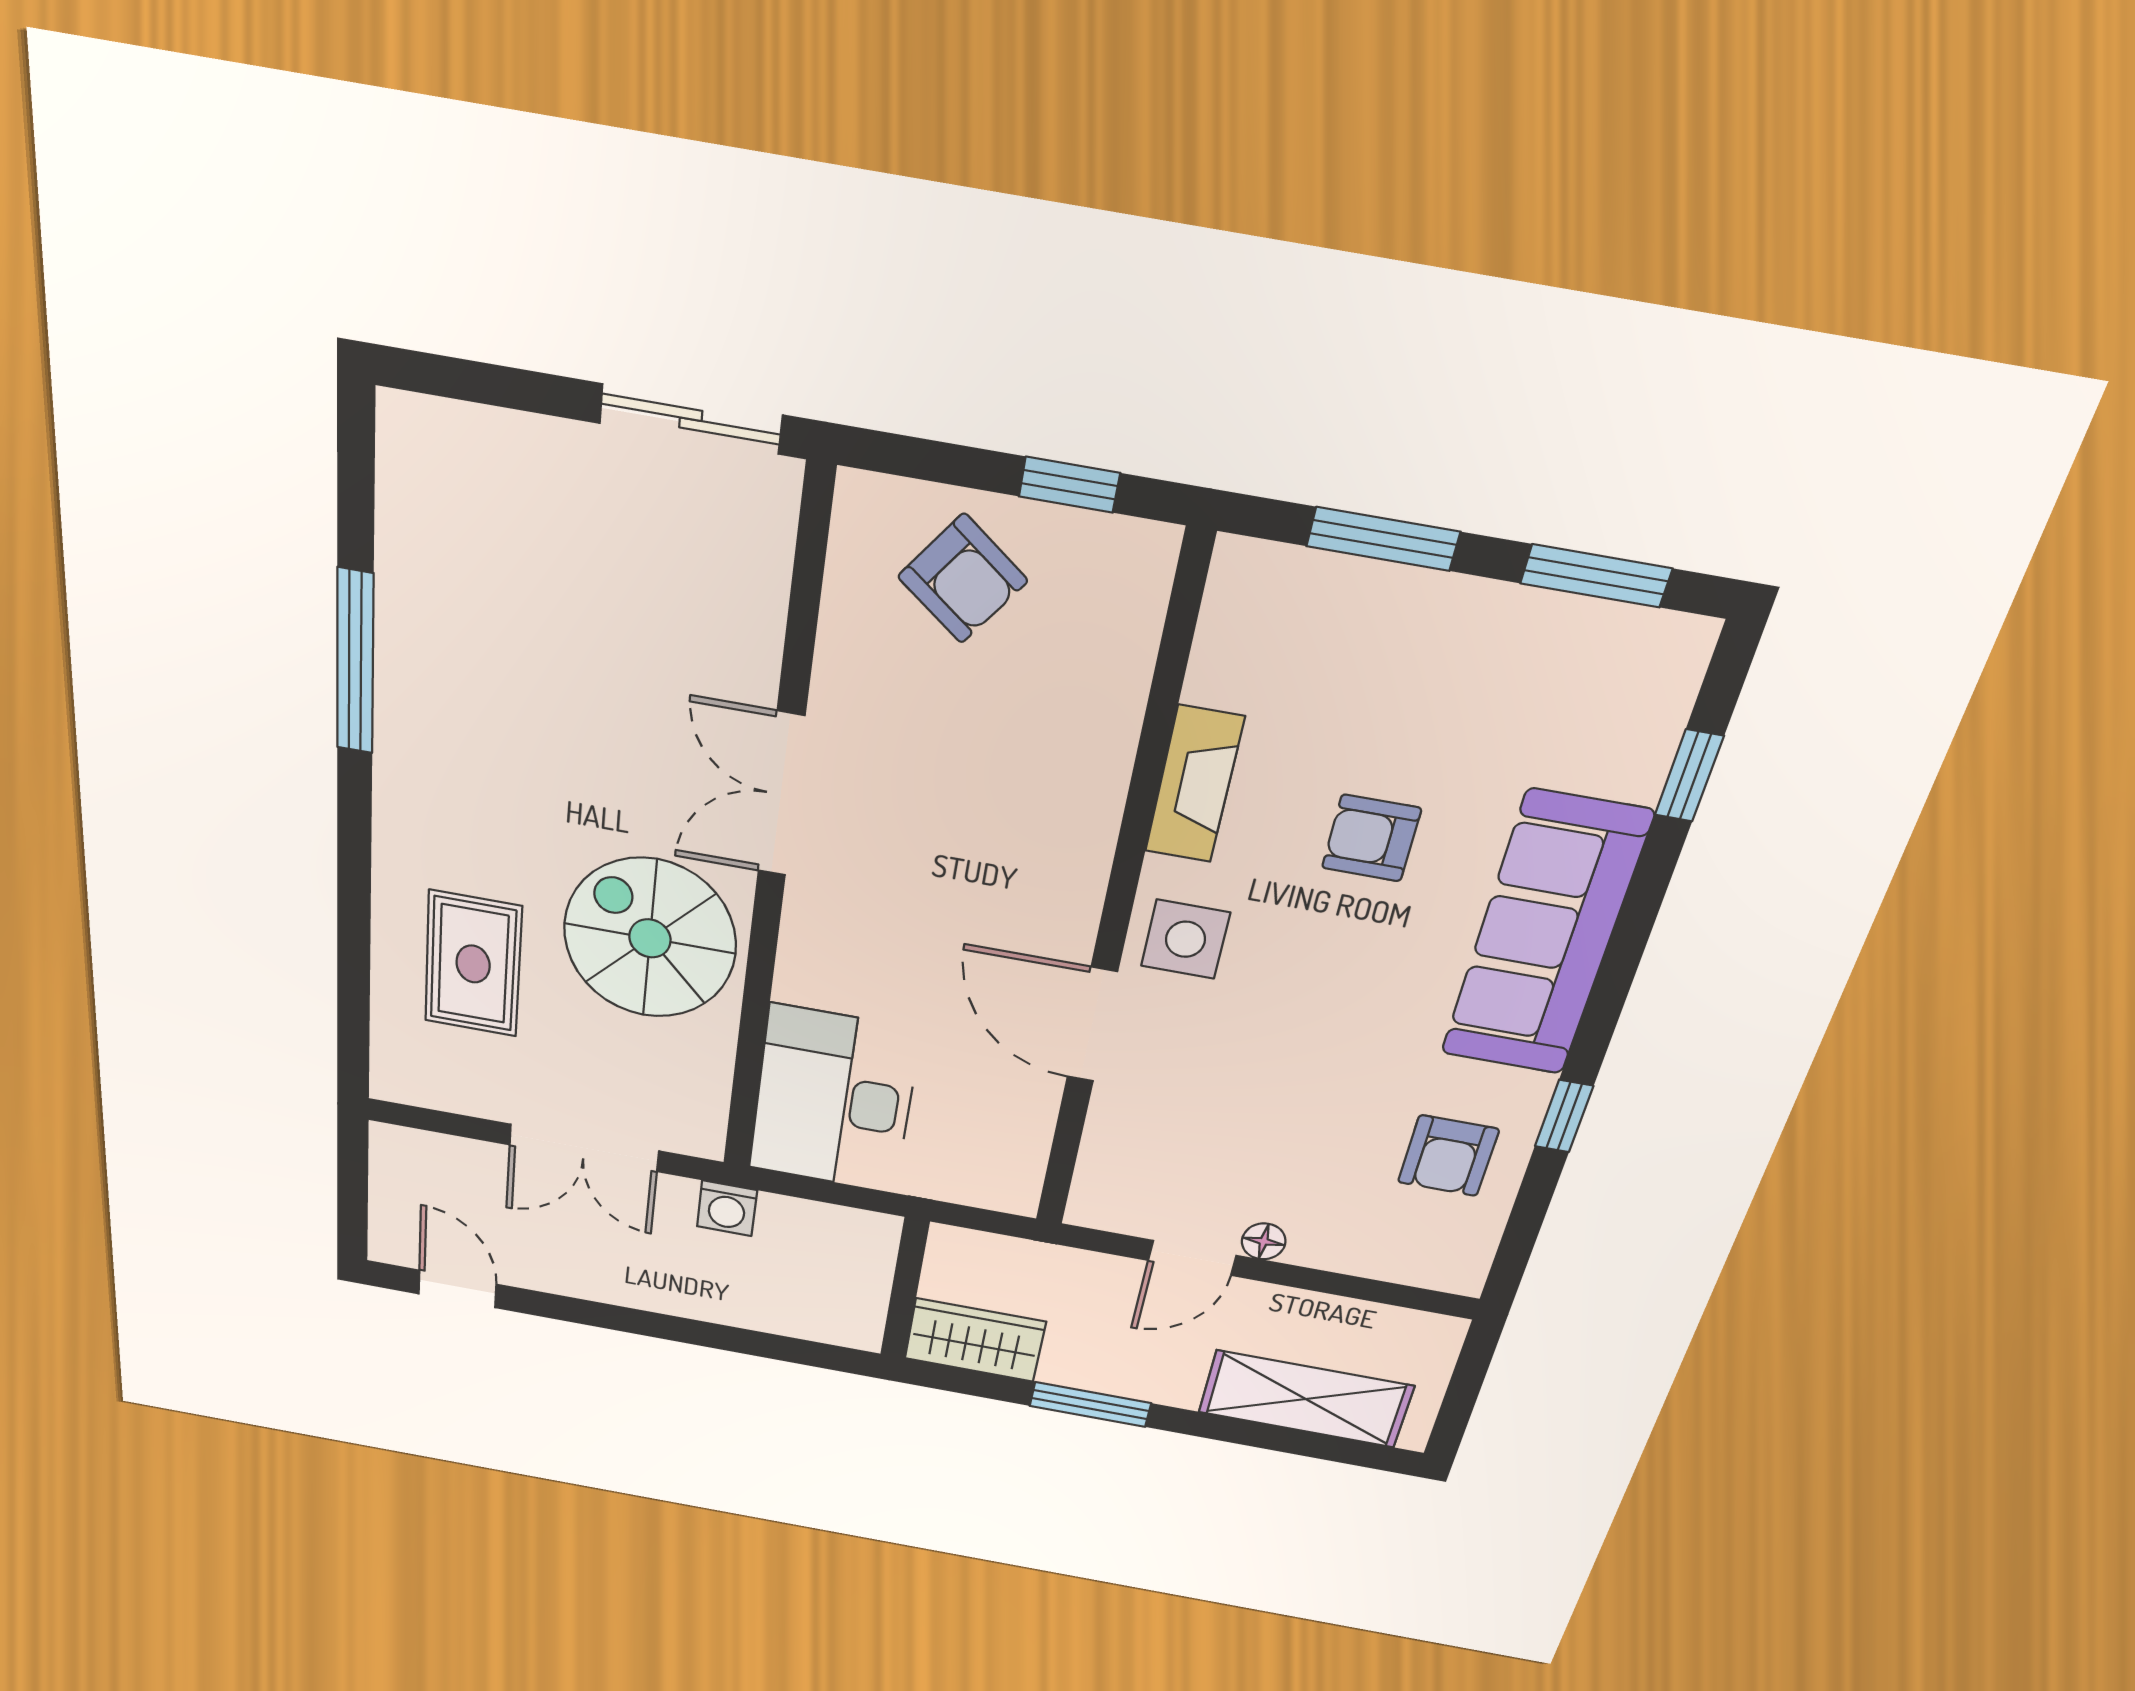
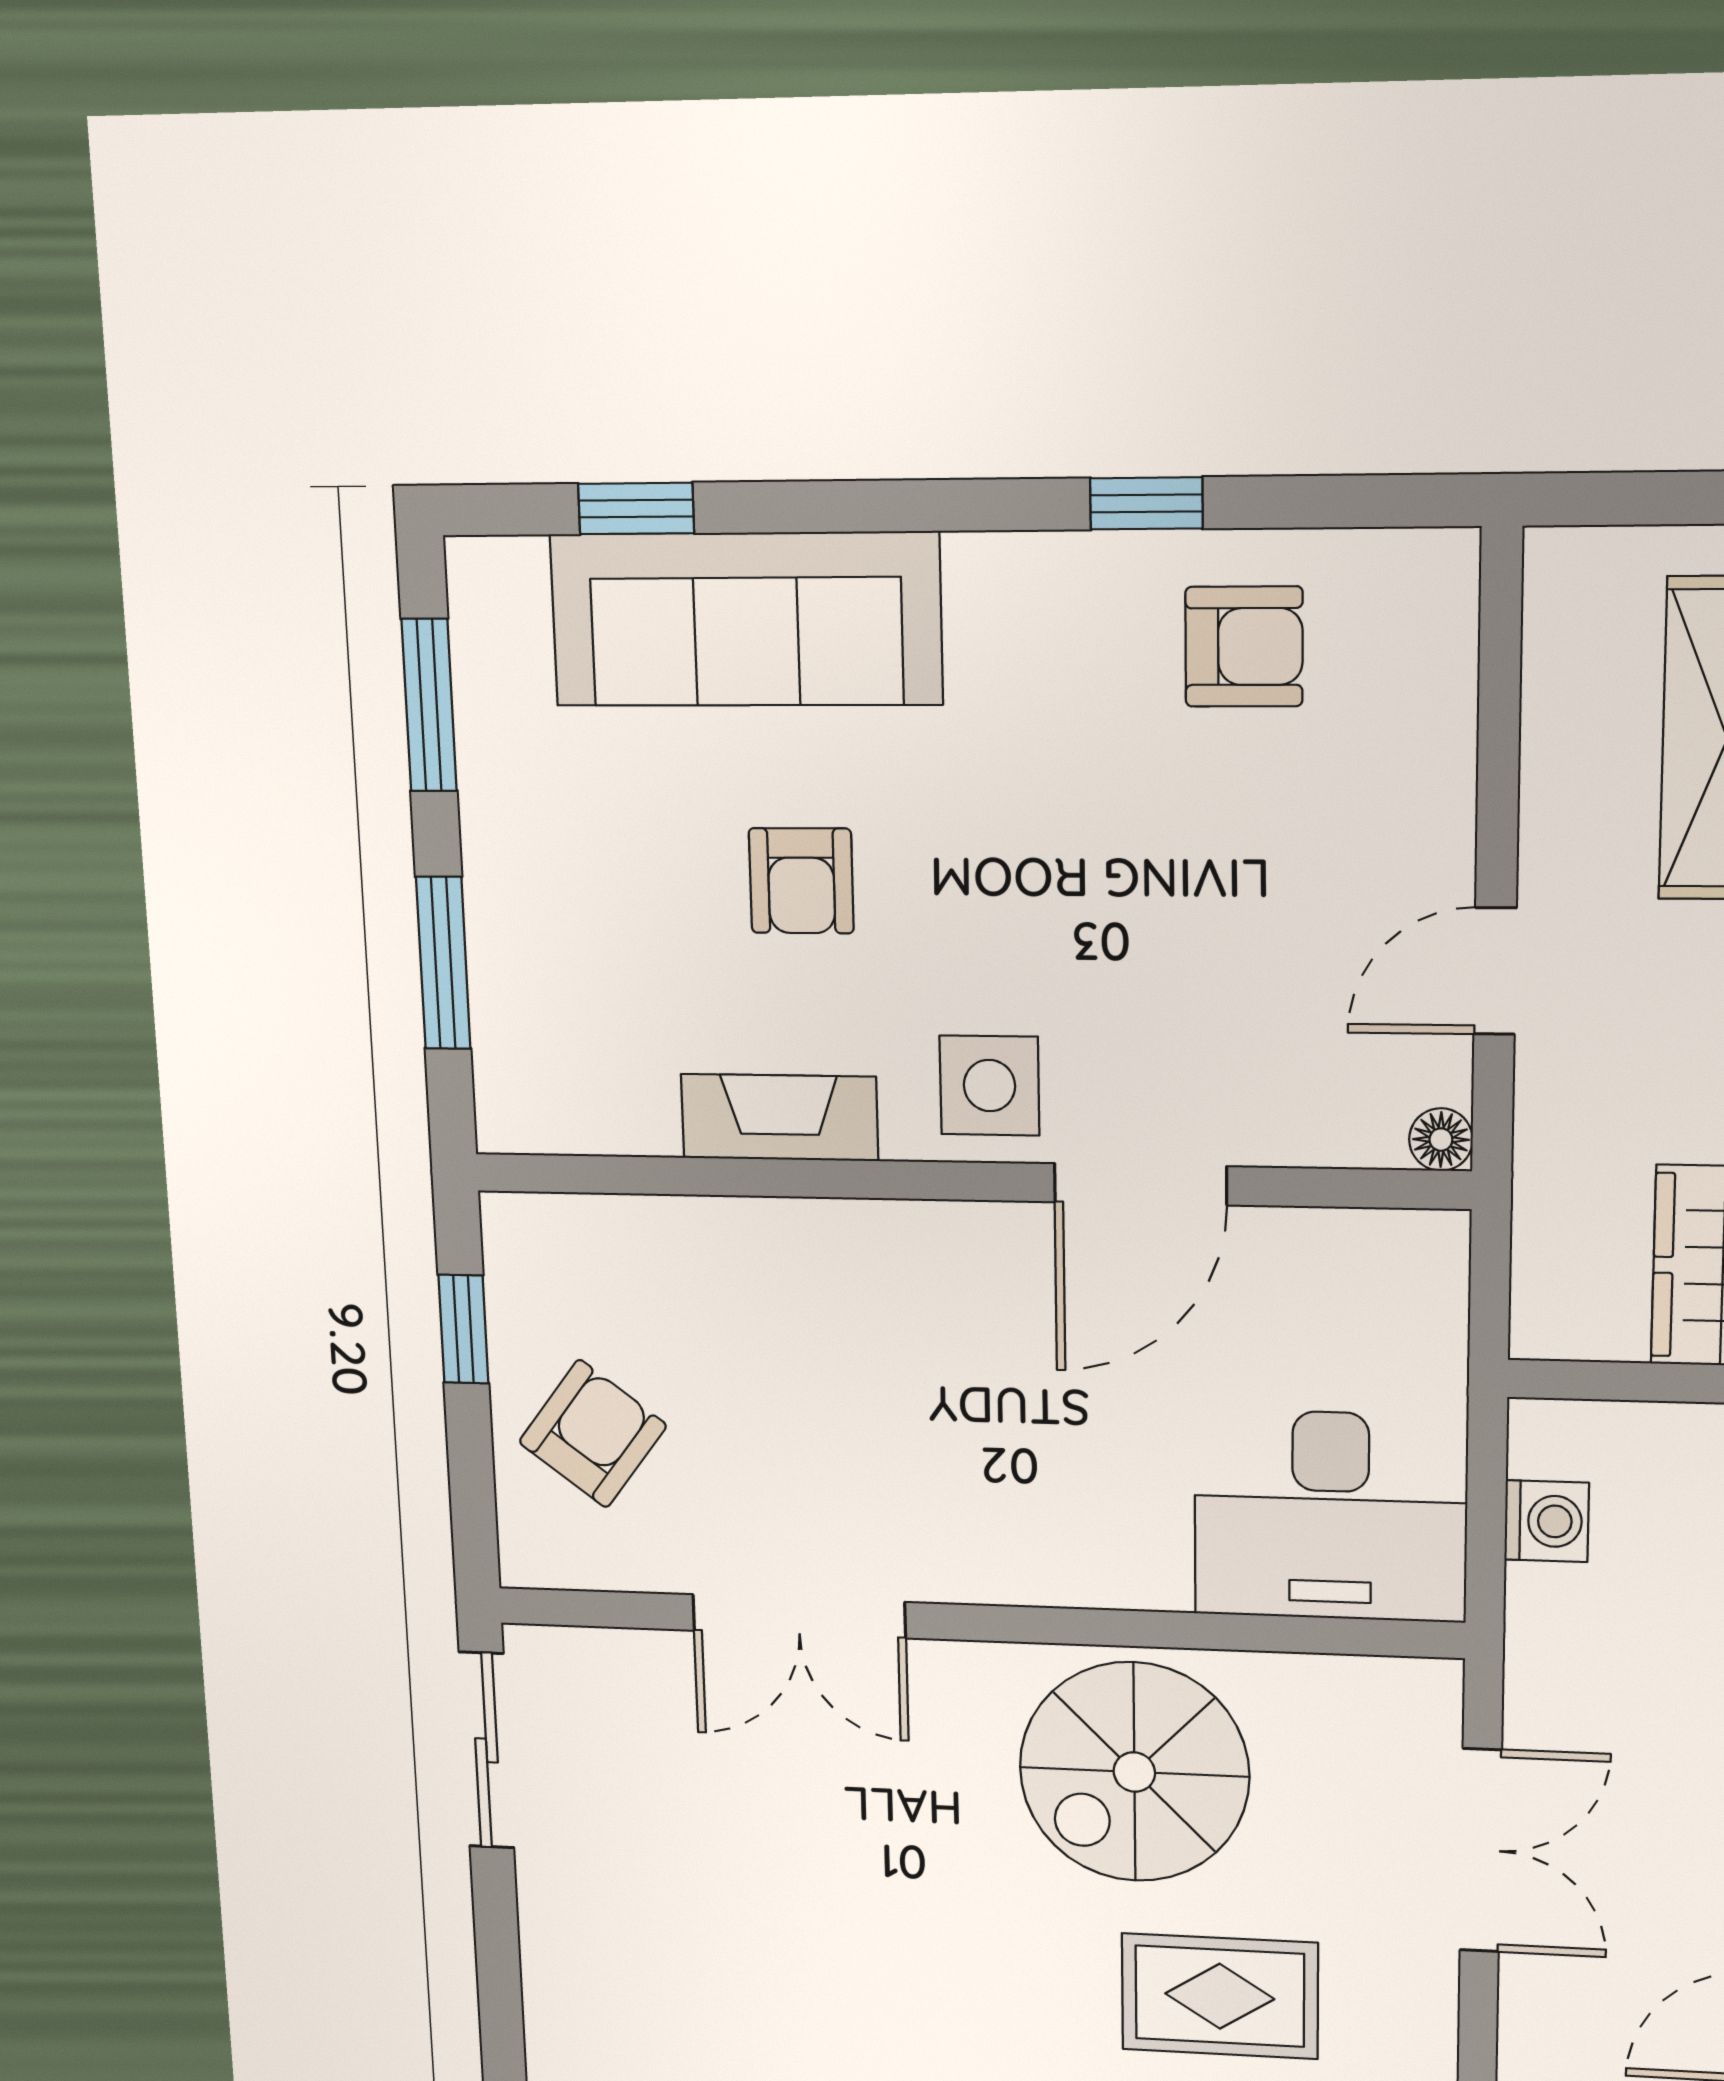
double door: (781, 794) -> (799, 1616), moved
sofa: (1545, 936) -> (746, 619), moved
washing machine: (727, 1208) -> (1547, 1521), moved
floor lamp: (1264, 1241) -> (1441, 1140), moved
door: (1192, 1258) -> (1495, 971), swing flipped

